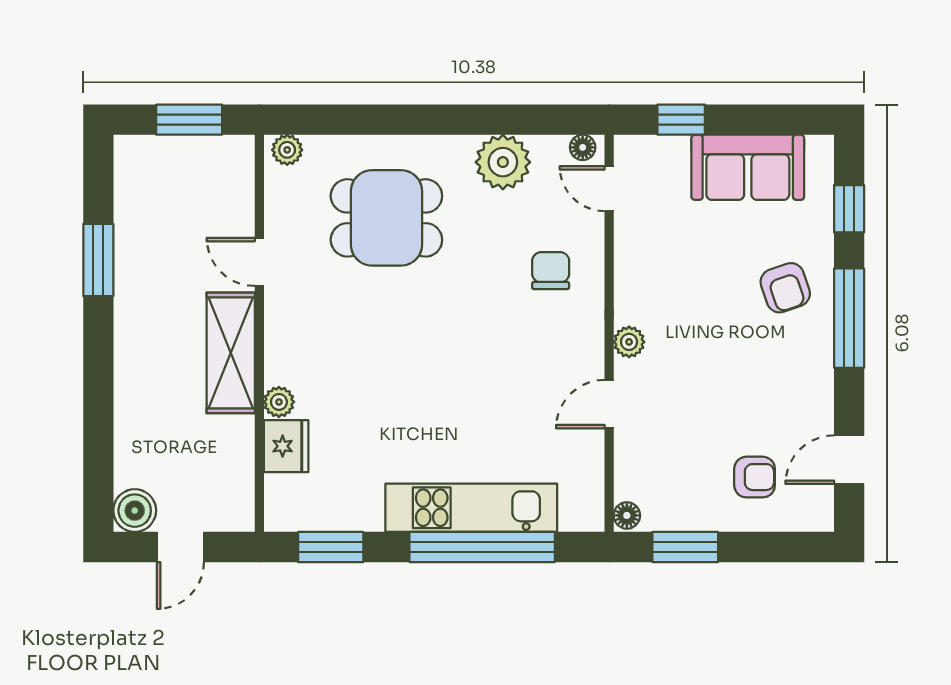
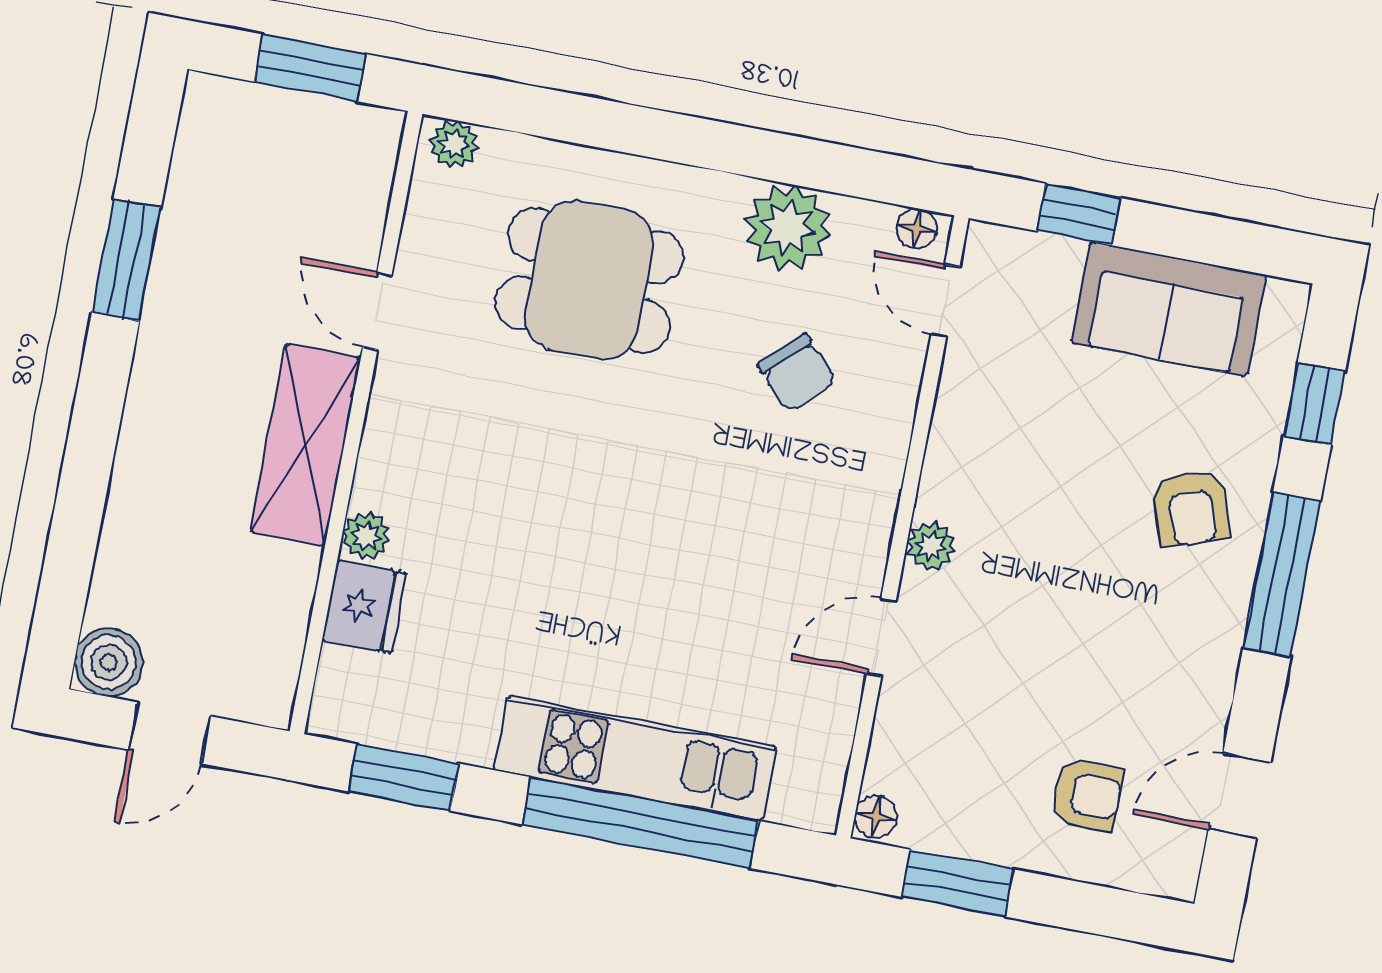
chair: (551, 271) -> (797, 373), moved, turned 136

